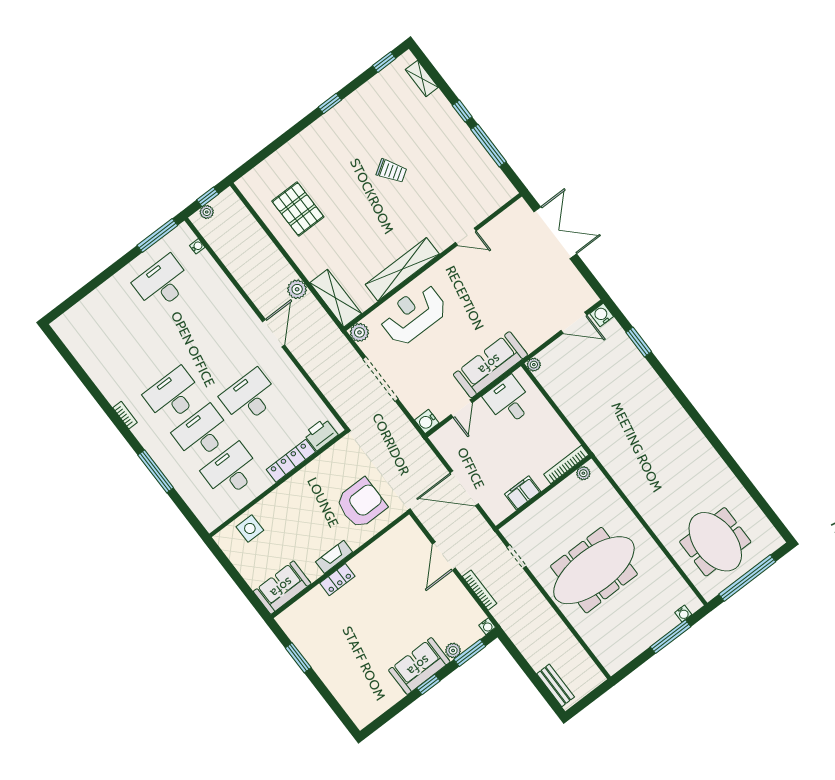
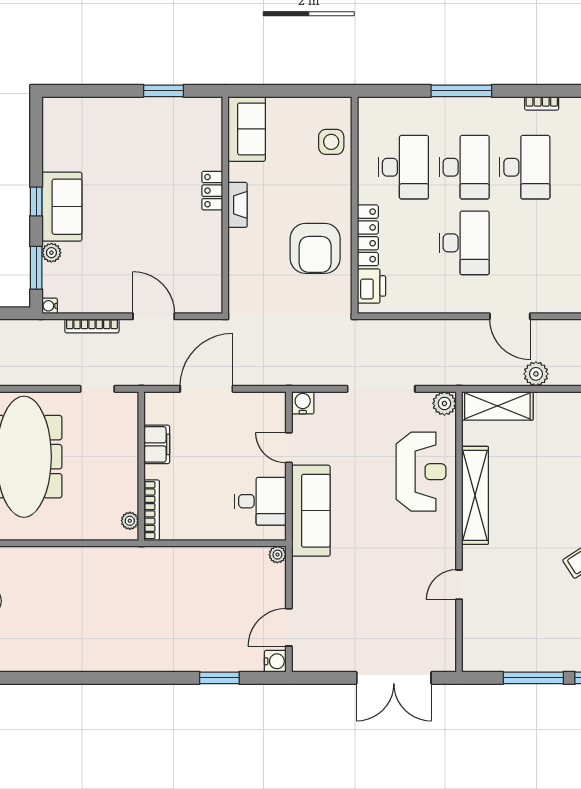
armchair: (361, 503) -> (315, 248), moved

